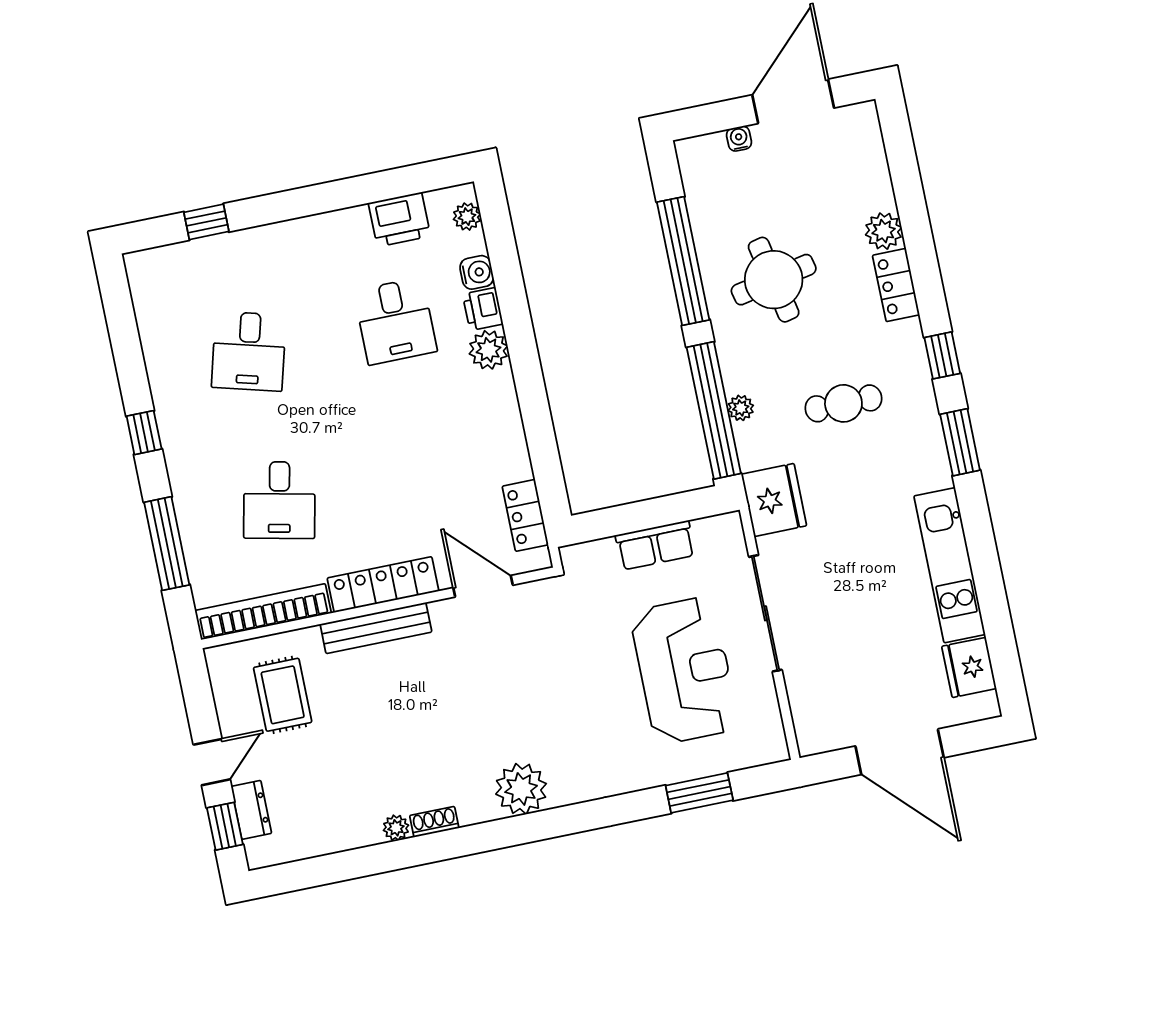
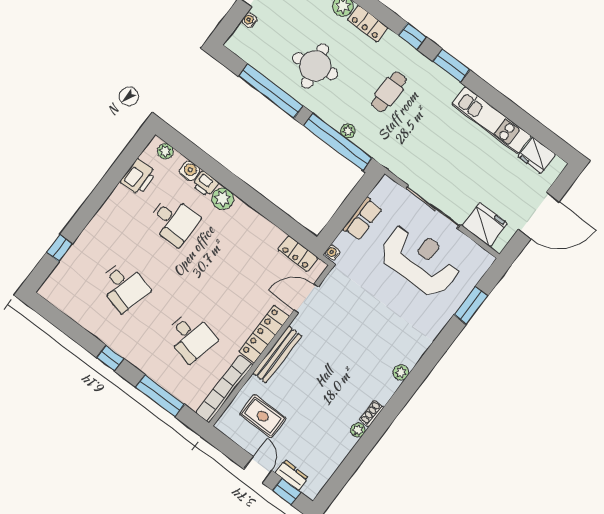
fridge: (774, 500) -> (485, 225), moved
water cooler: (574, 555) -> (333, 253), added
plant: (521, 789) -> (401, 372), width x0.53, depth x0.53

